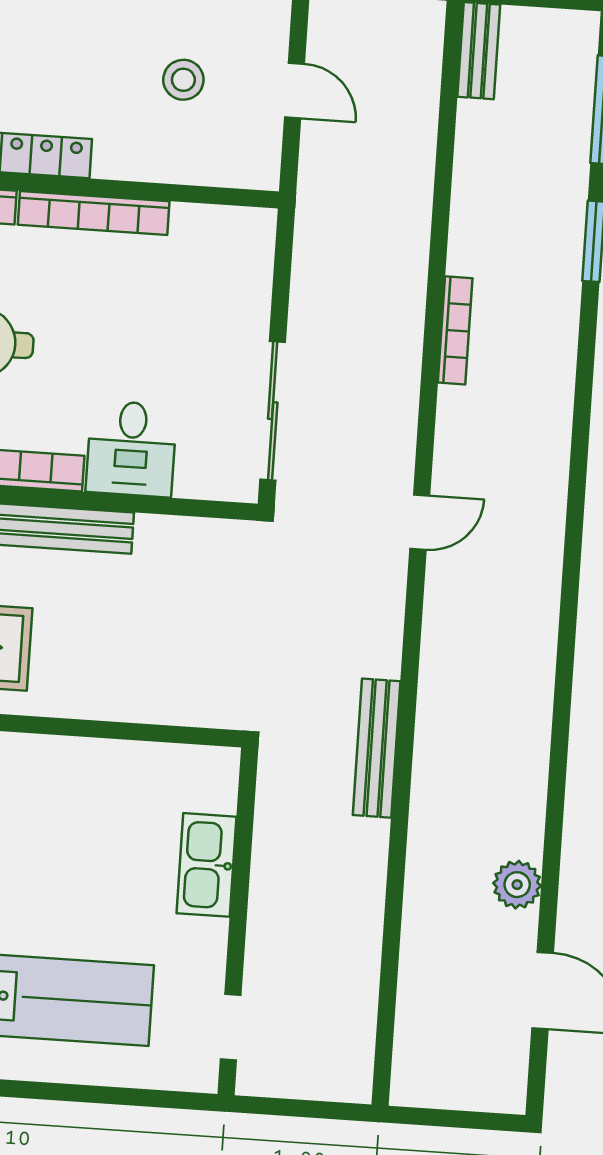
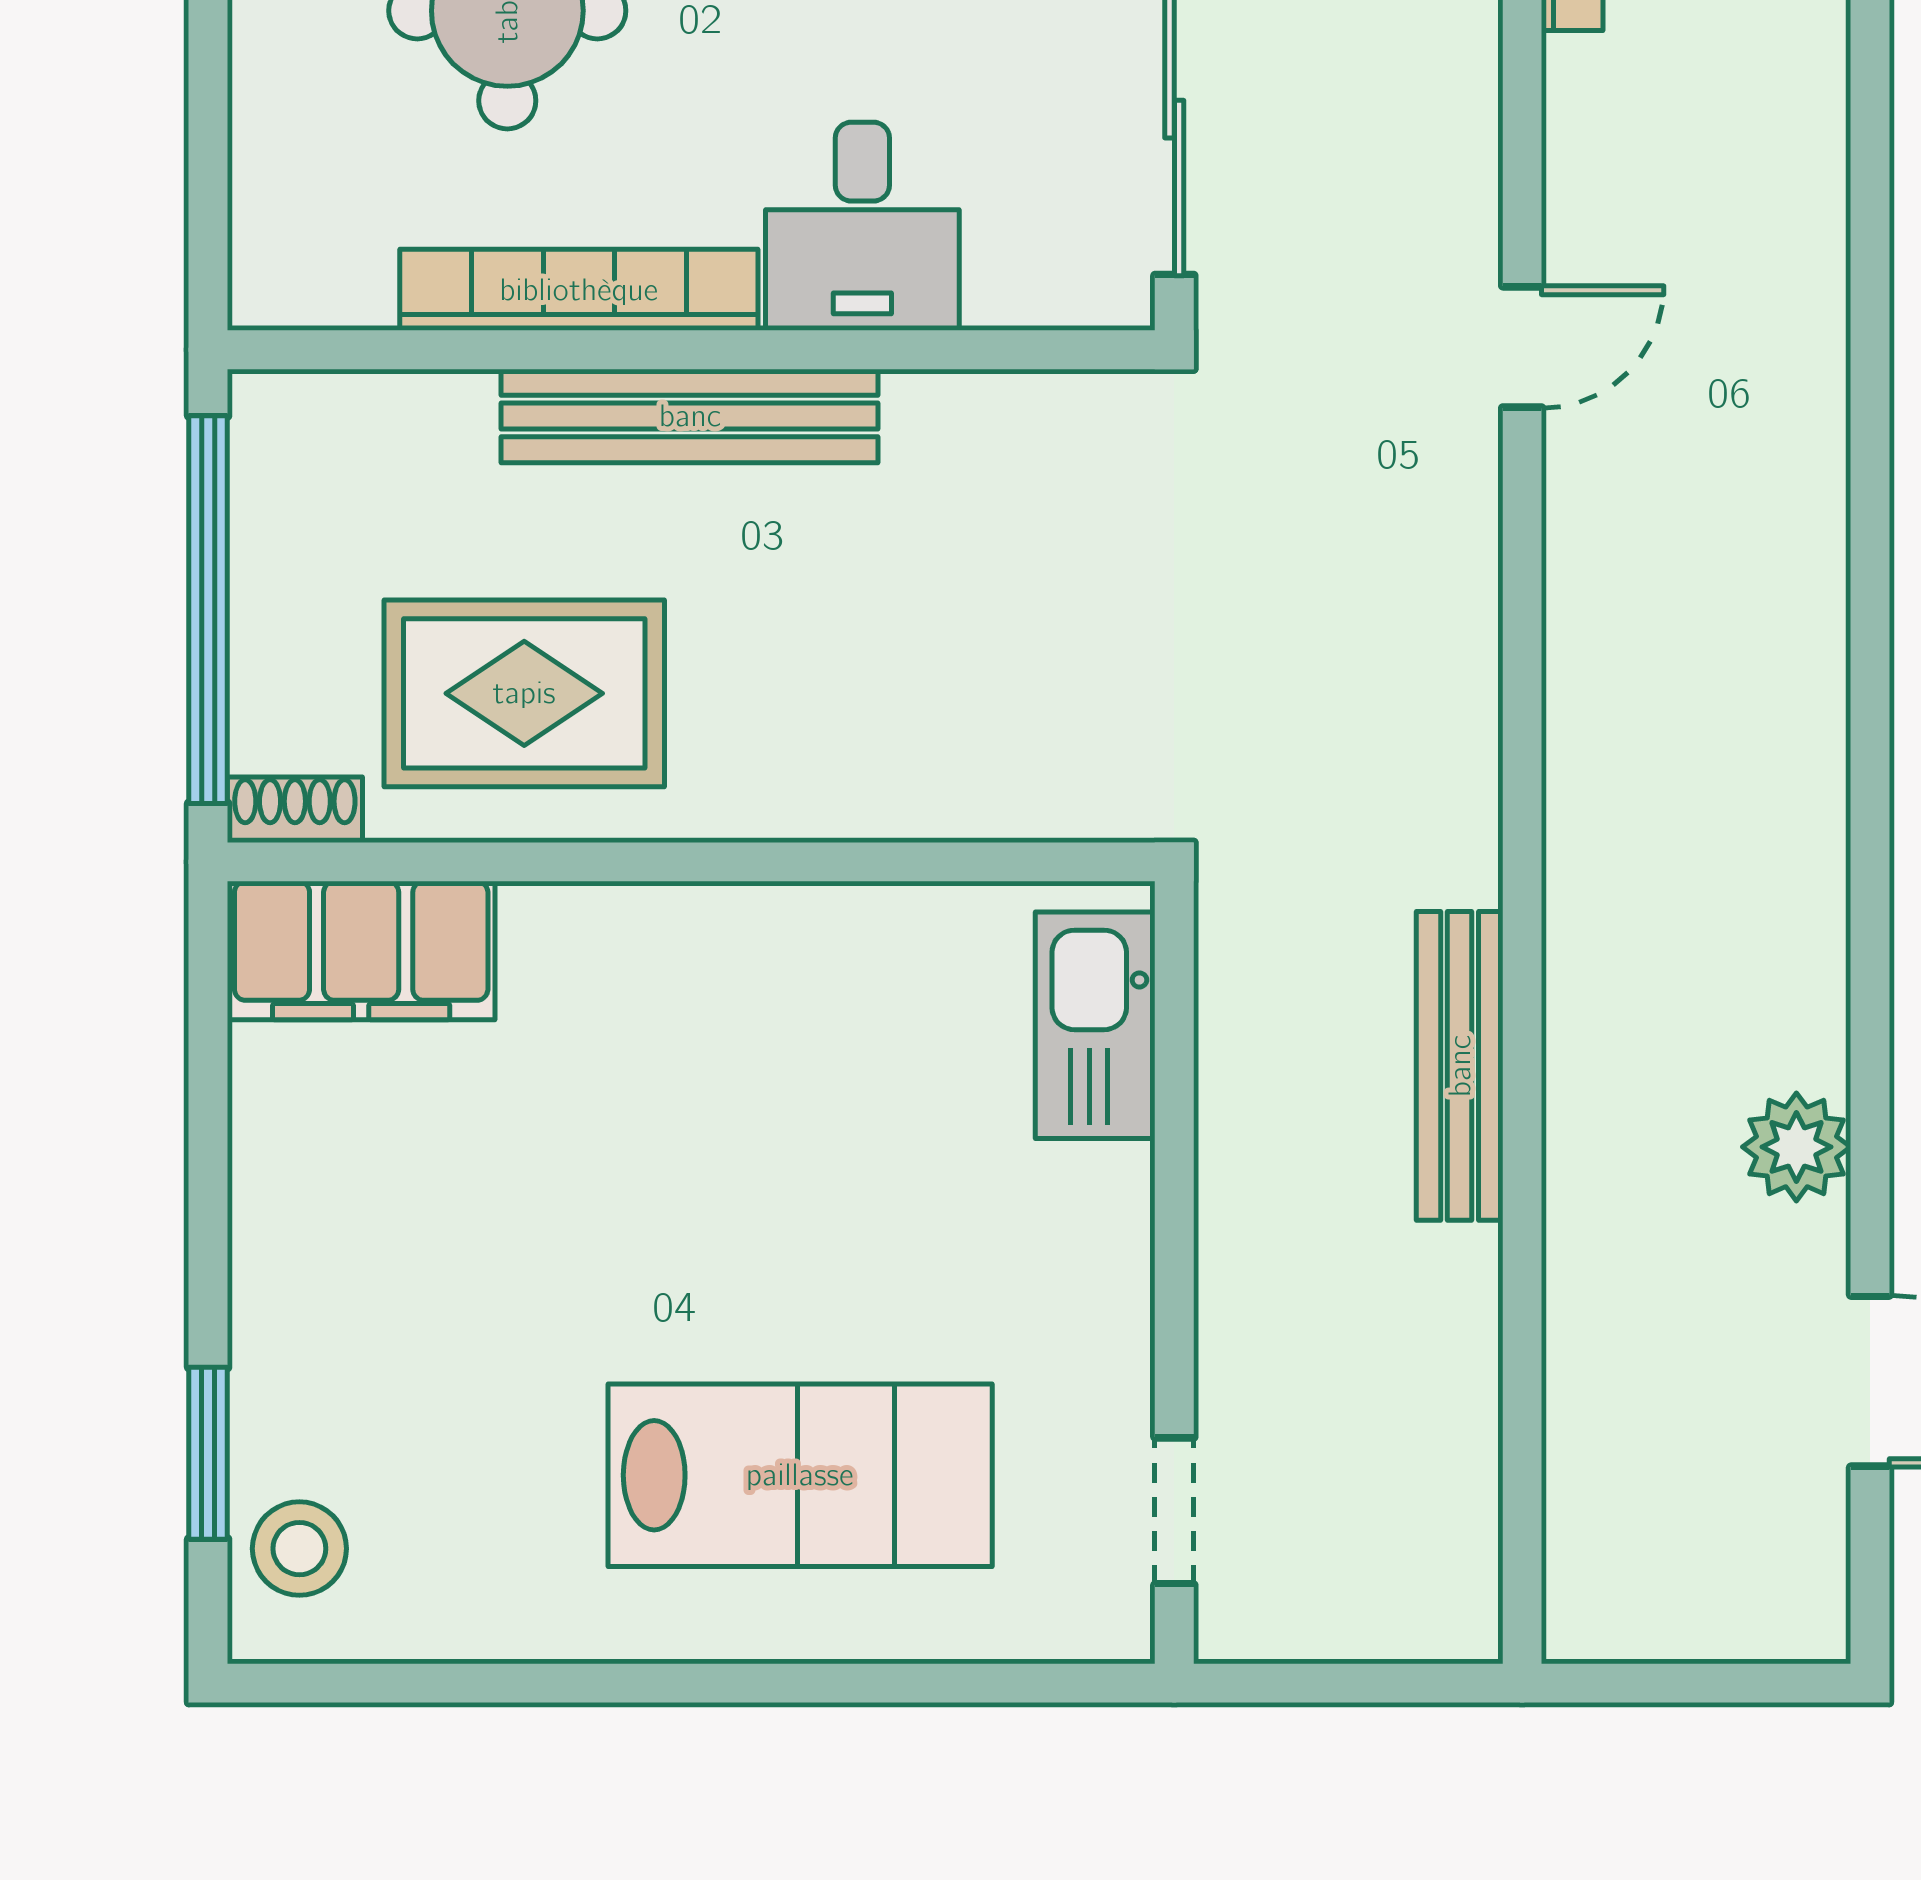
bench: (377, 748) -> (1460, 1066), moved
kitchen sink: (207, 865) -> (1095, 1025), moved

